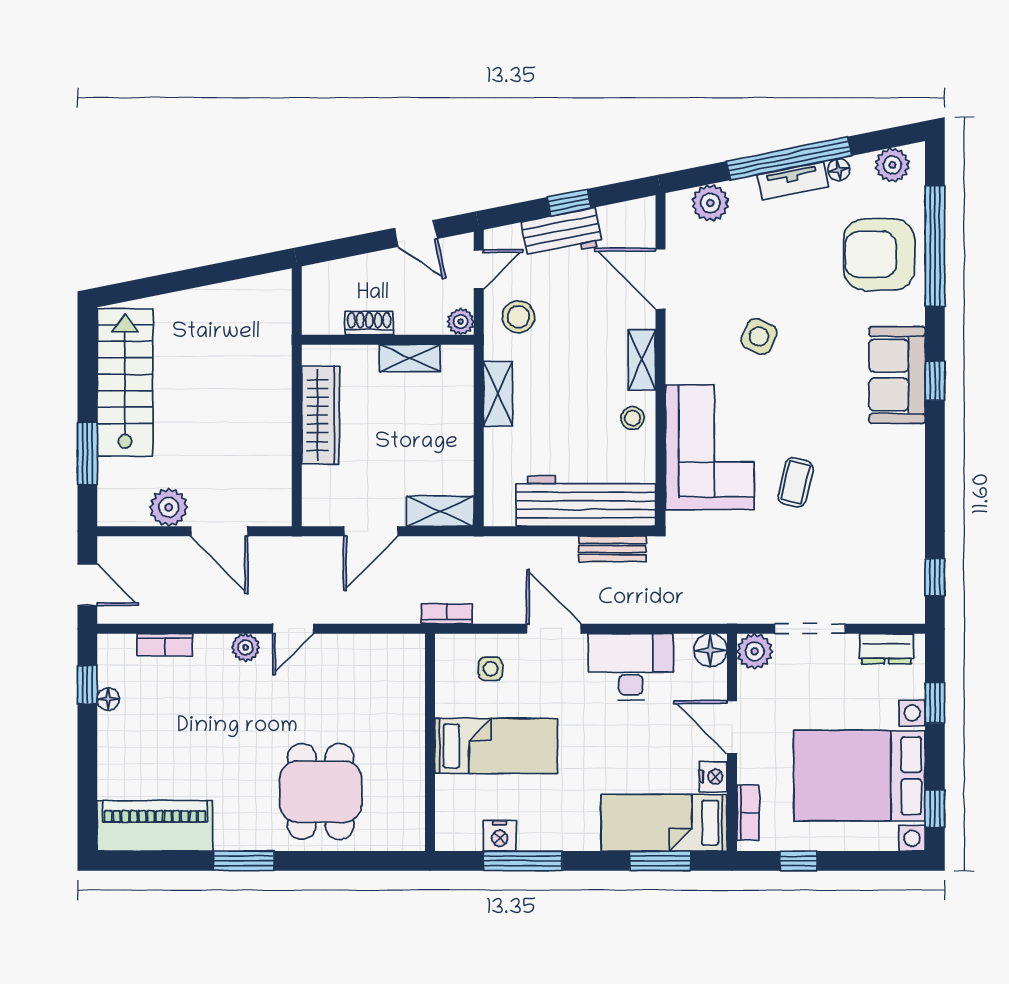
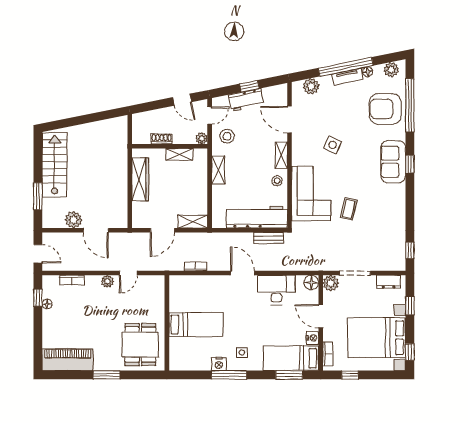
side table: (491, 669) -> (242, 353), moved
wall: (430, 742) -> (167, 323), moved
bed: (496, 746) -> (196, 325), moved

